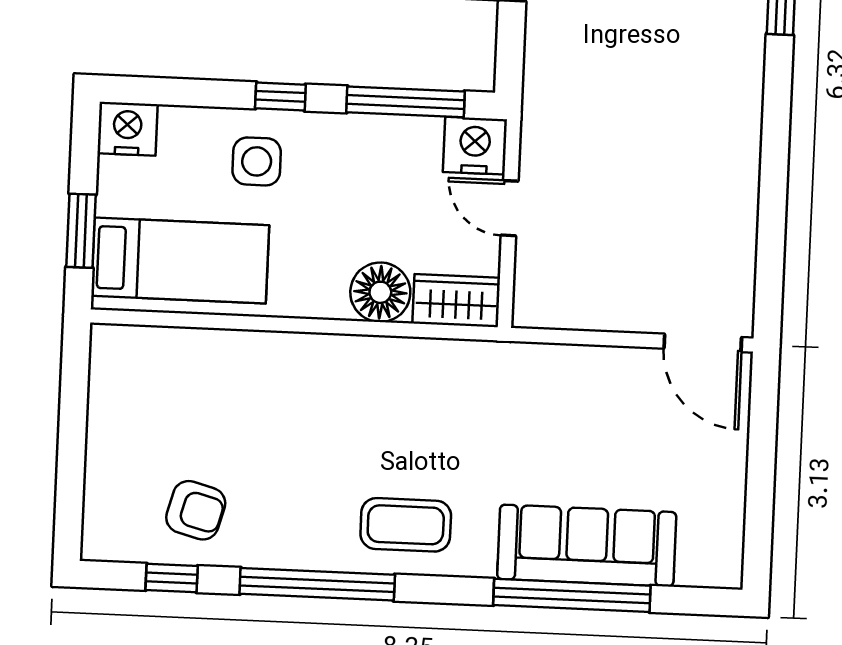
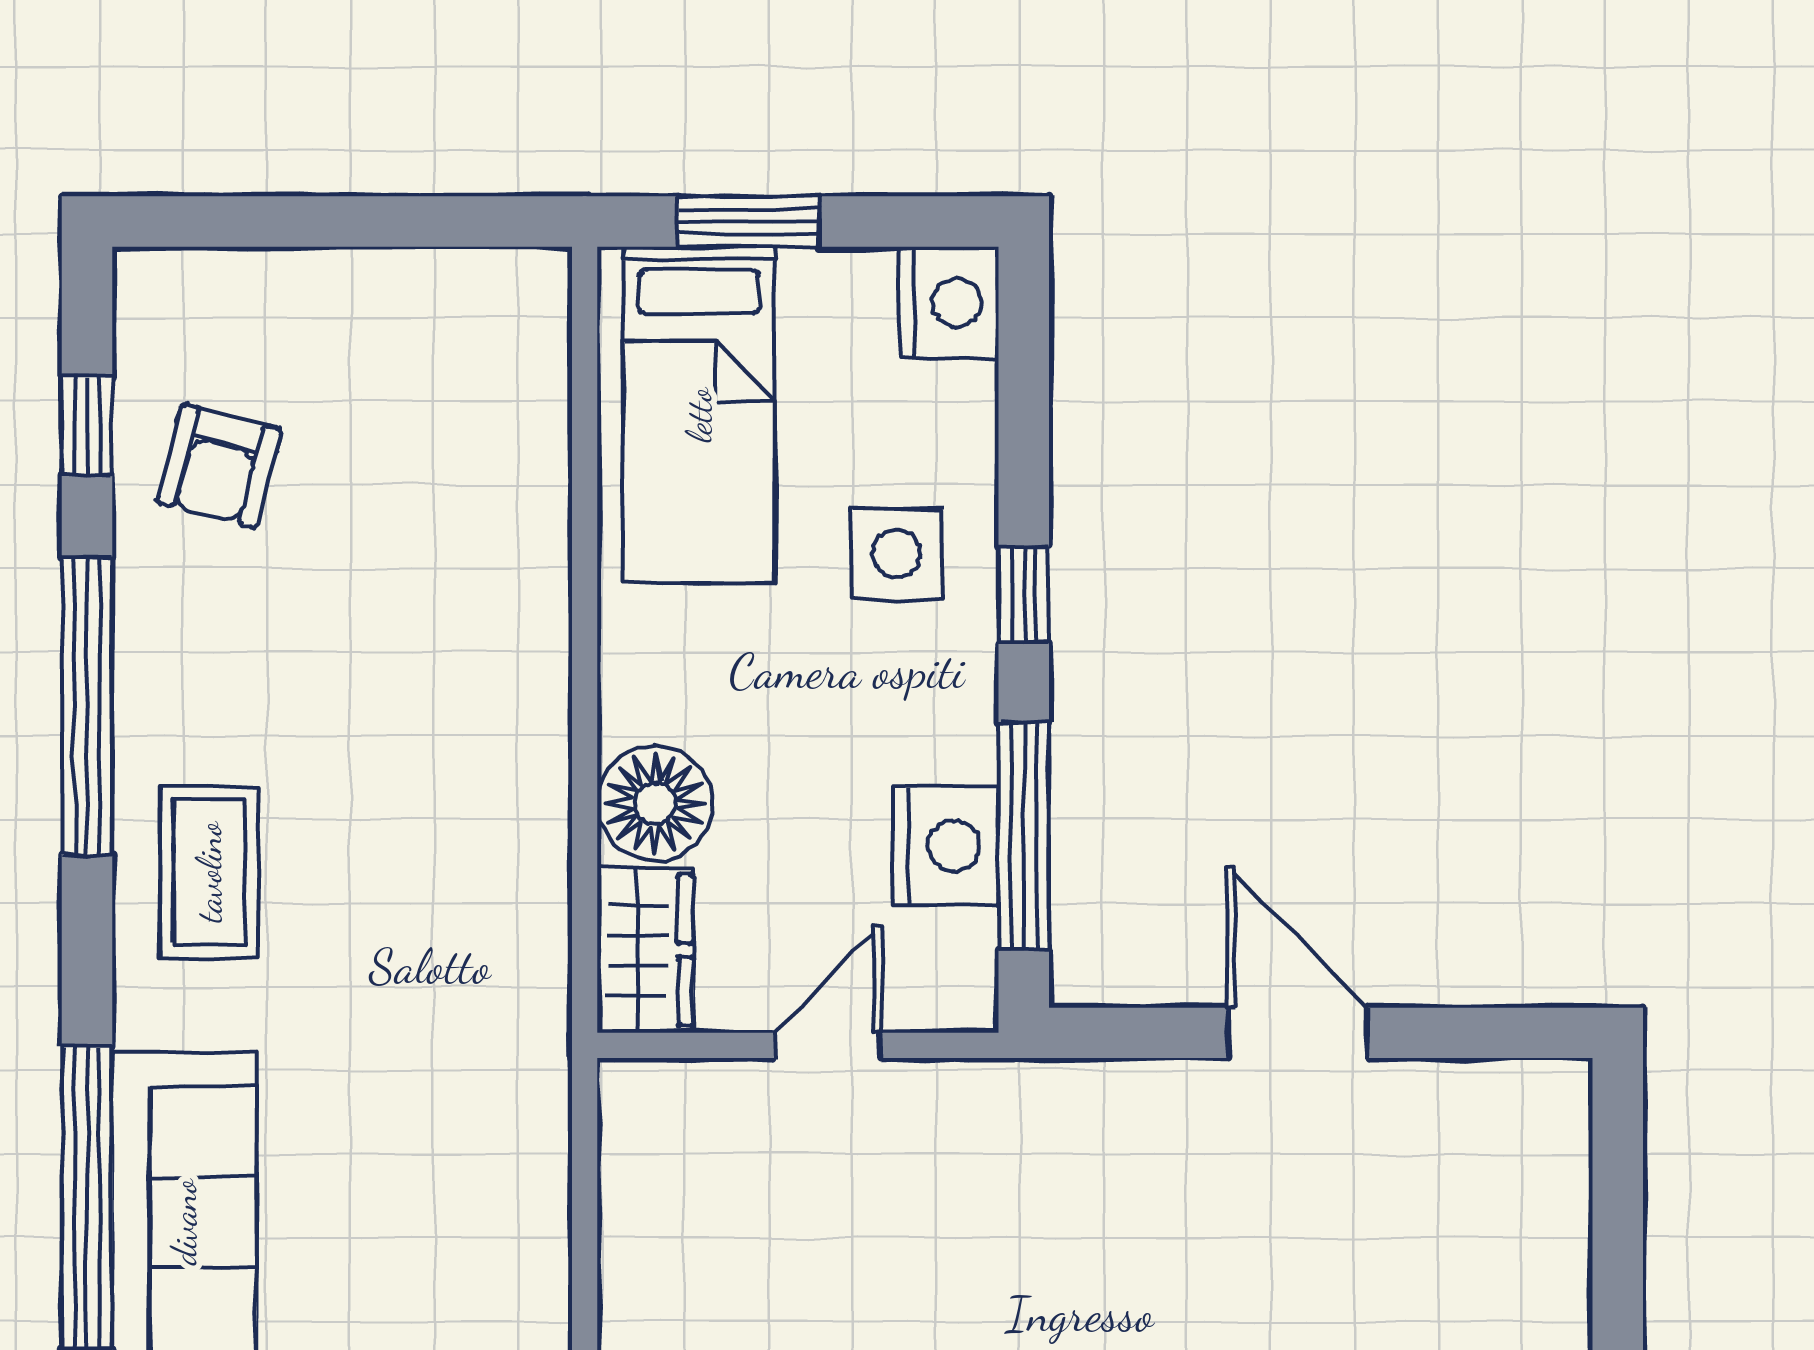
nightstand: (475, 146) -> (945, 846), moved

